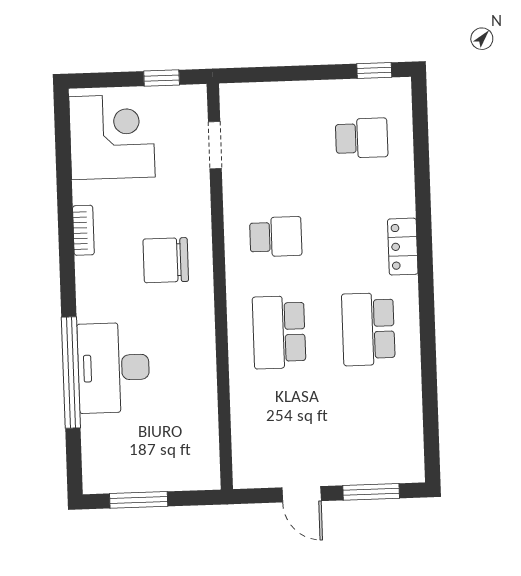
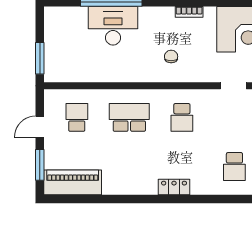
chair: (166, 260) -> (171, 56), width x0.54, depth x0.54
school desk: (368, 329) -> (77, 117), moved, width x0.54
piano: (401, 431) -> (73, 182), added
window: (139, 500) -> (40, 58), moved

